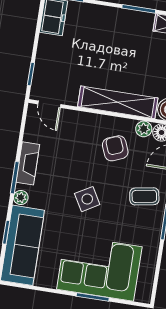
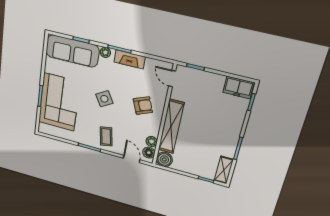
door: (49, 104) -> (172, 79), hinge flipped
armchair: (115, 148) -> (143, 106), moved

